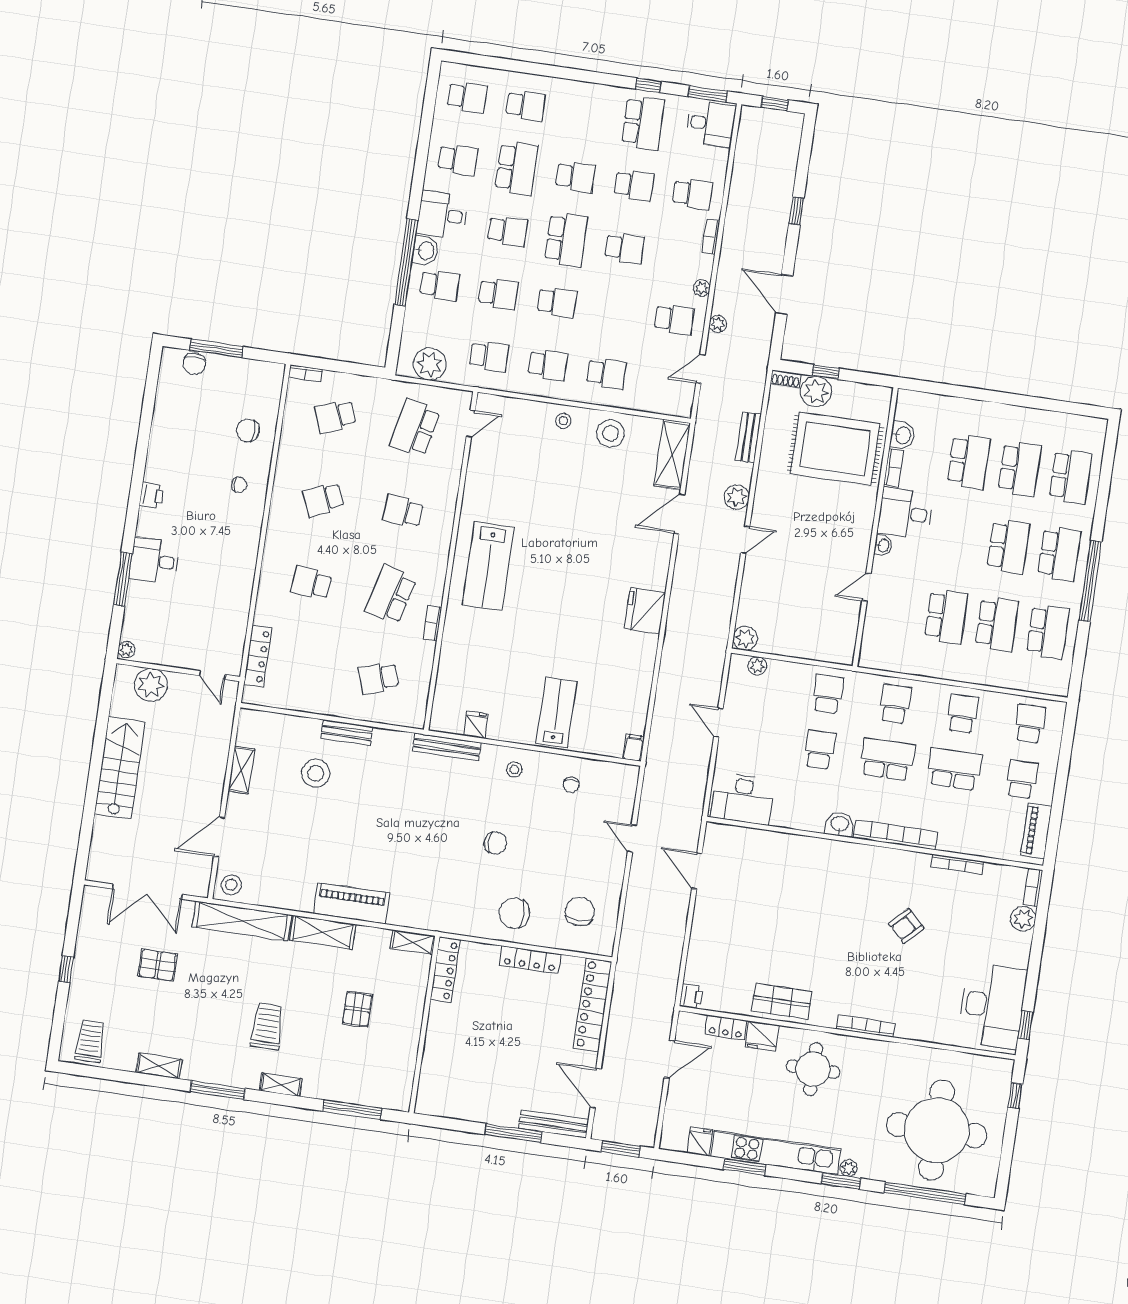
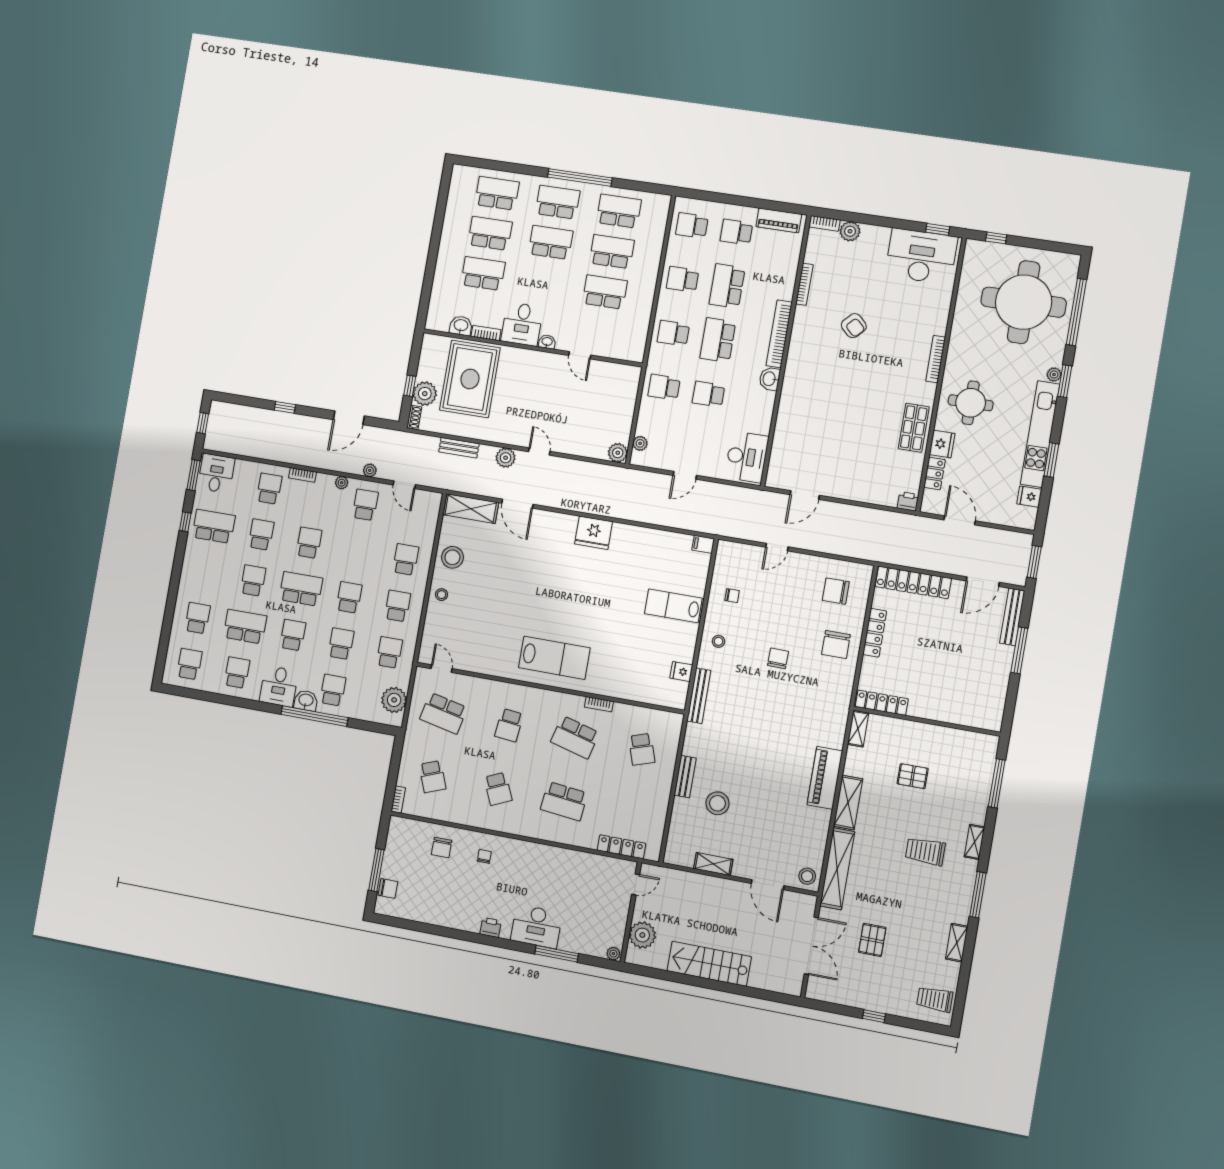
desk: (154, 561) -> (536, 926), width x1.37
school desk: (311, 583) -> (564, 801), width x1.85

